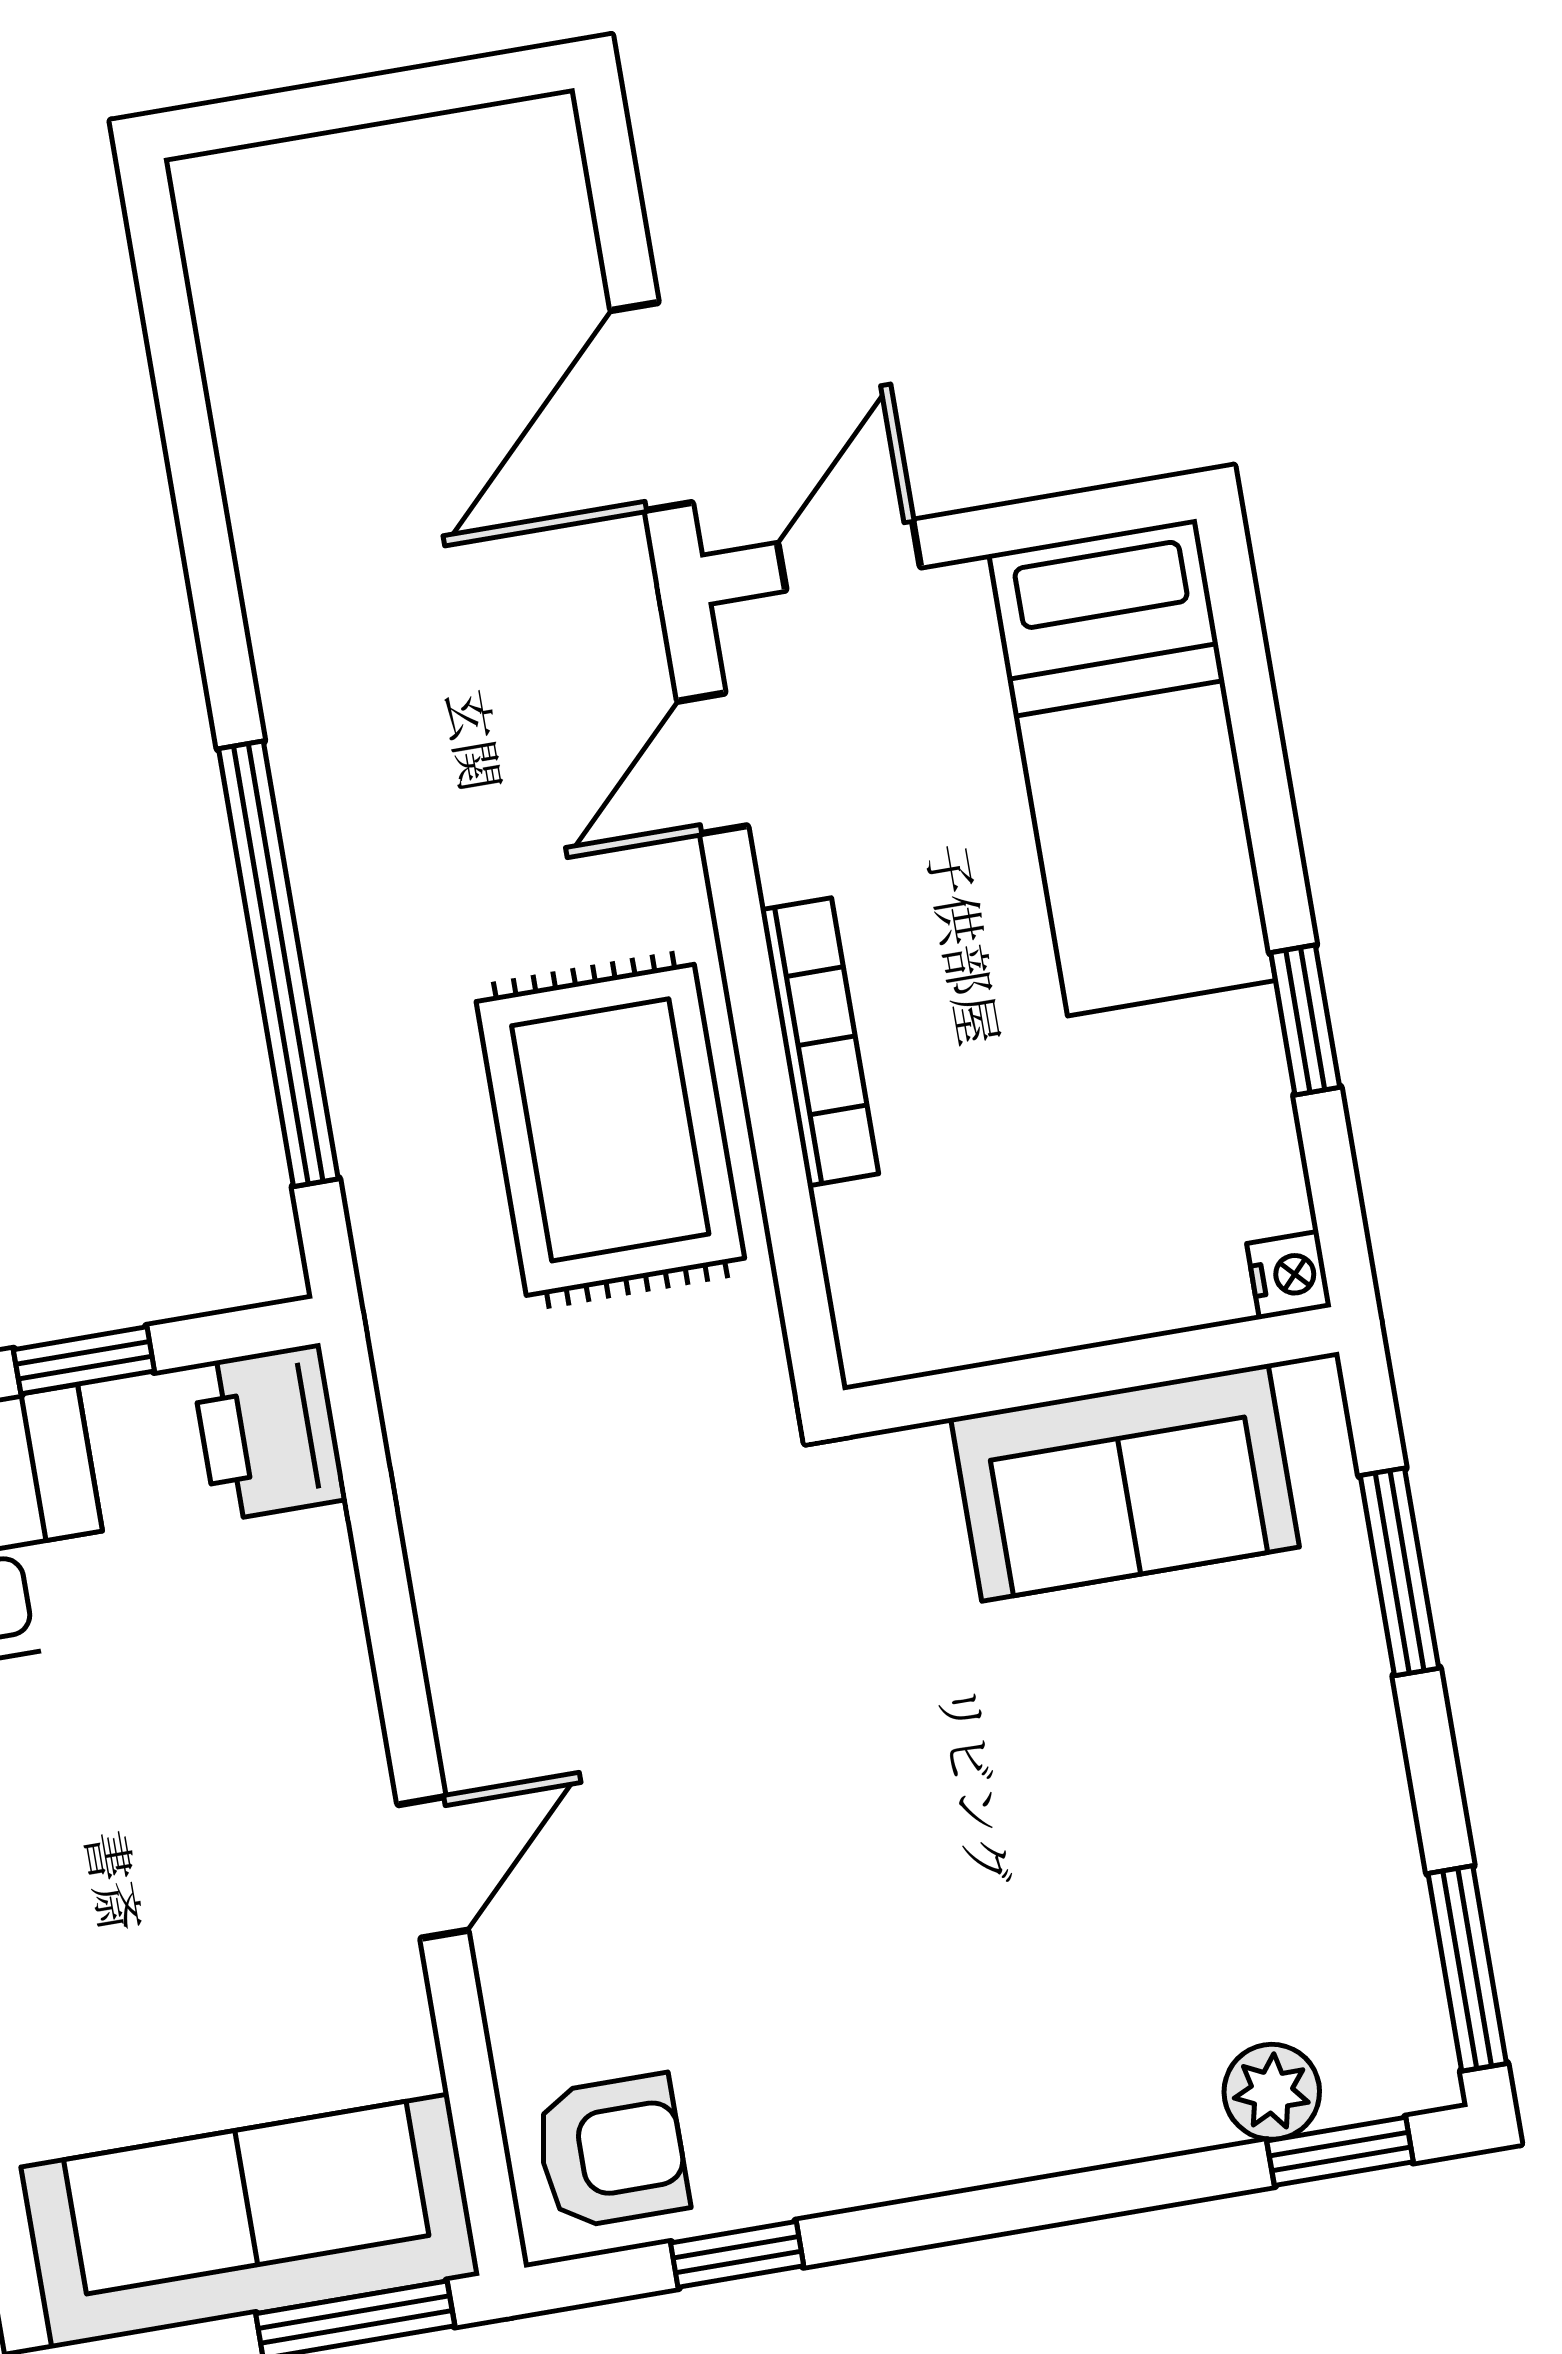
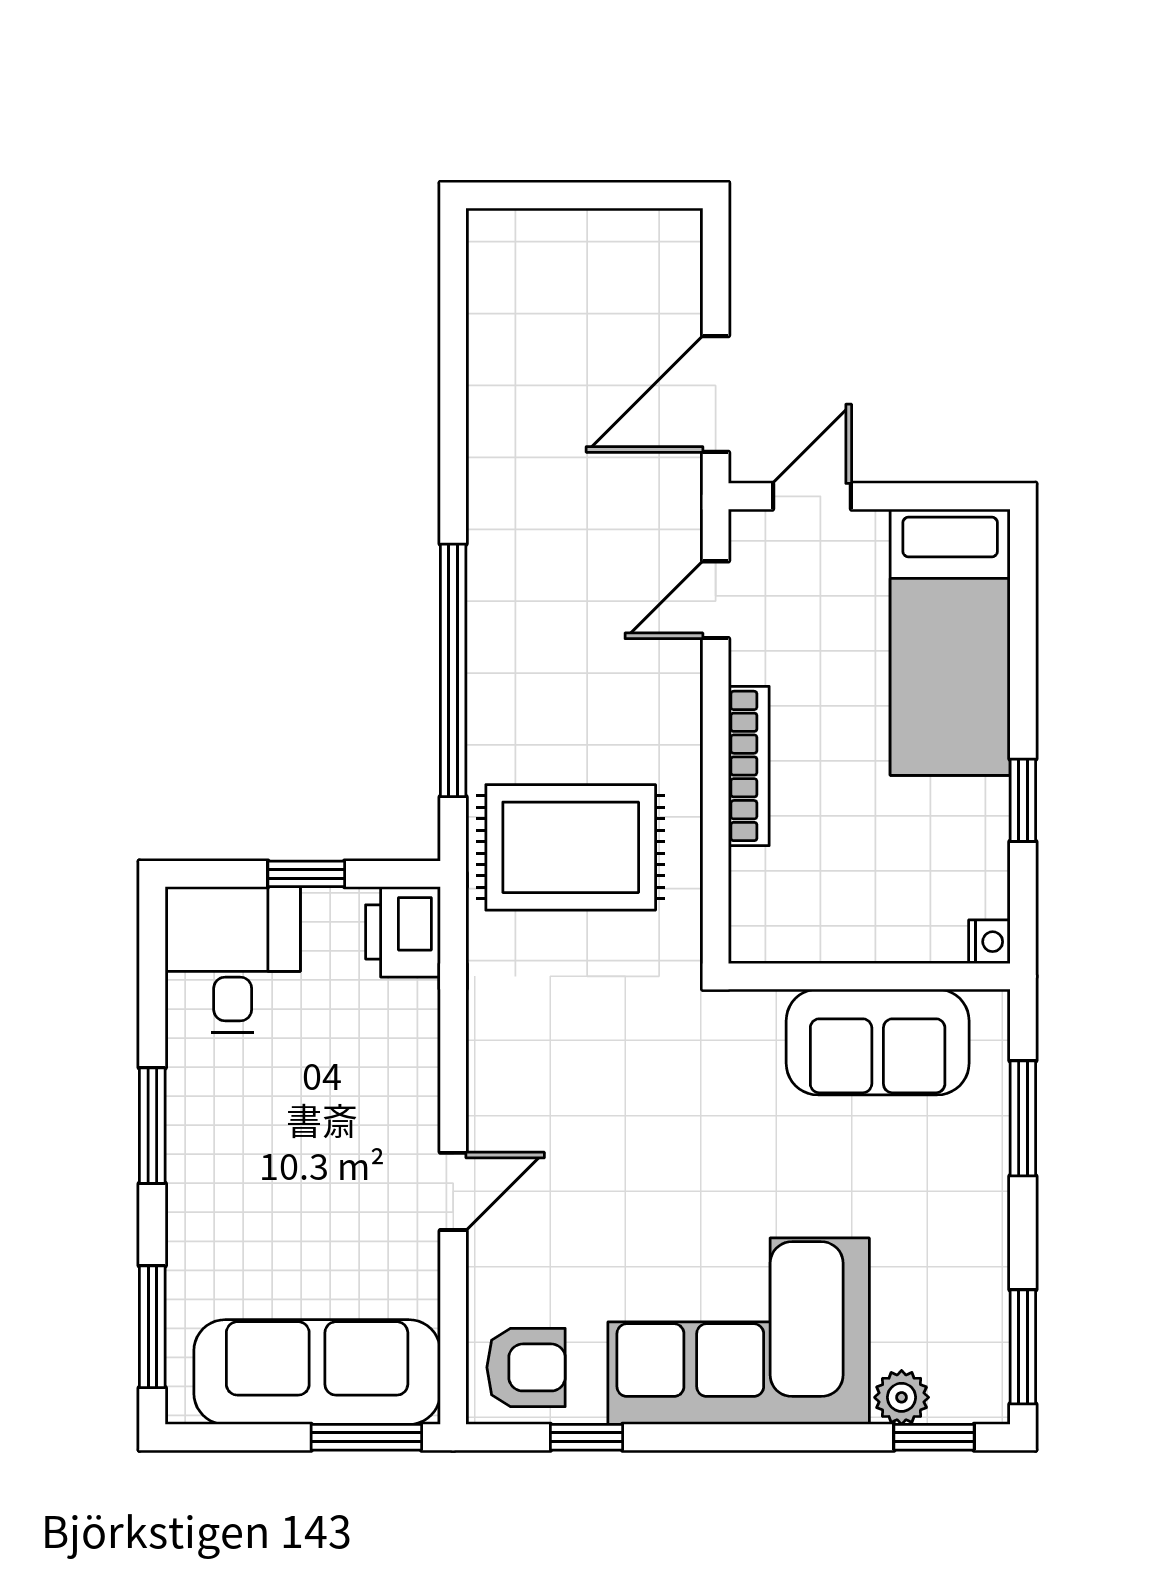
rug: (610, 1130) -> (571, 847), moved, turned 90
corner sofa: (970, 2025) -> (739, 1331), added

